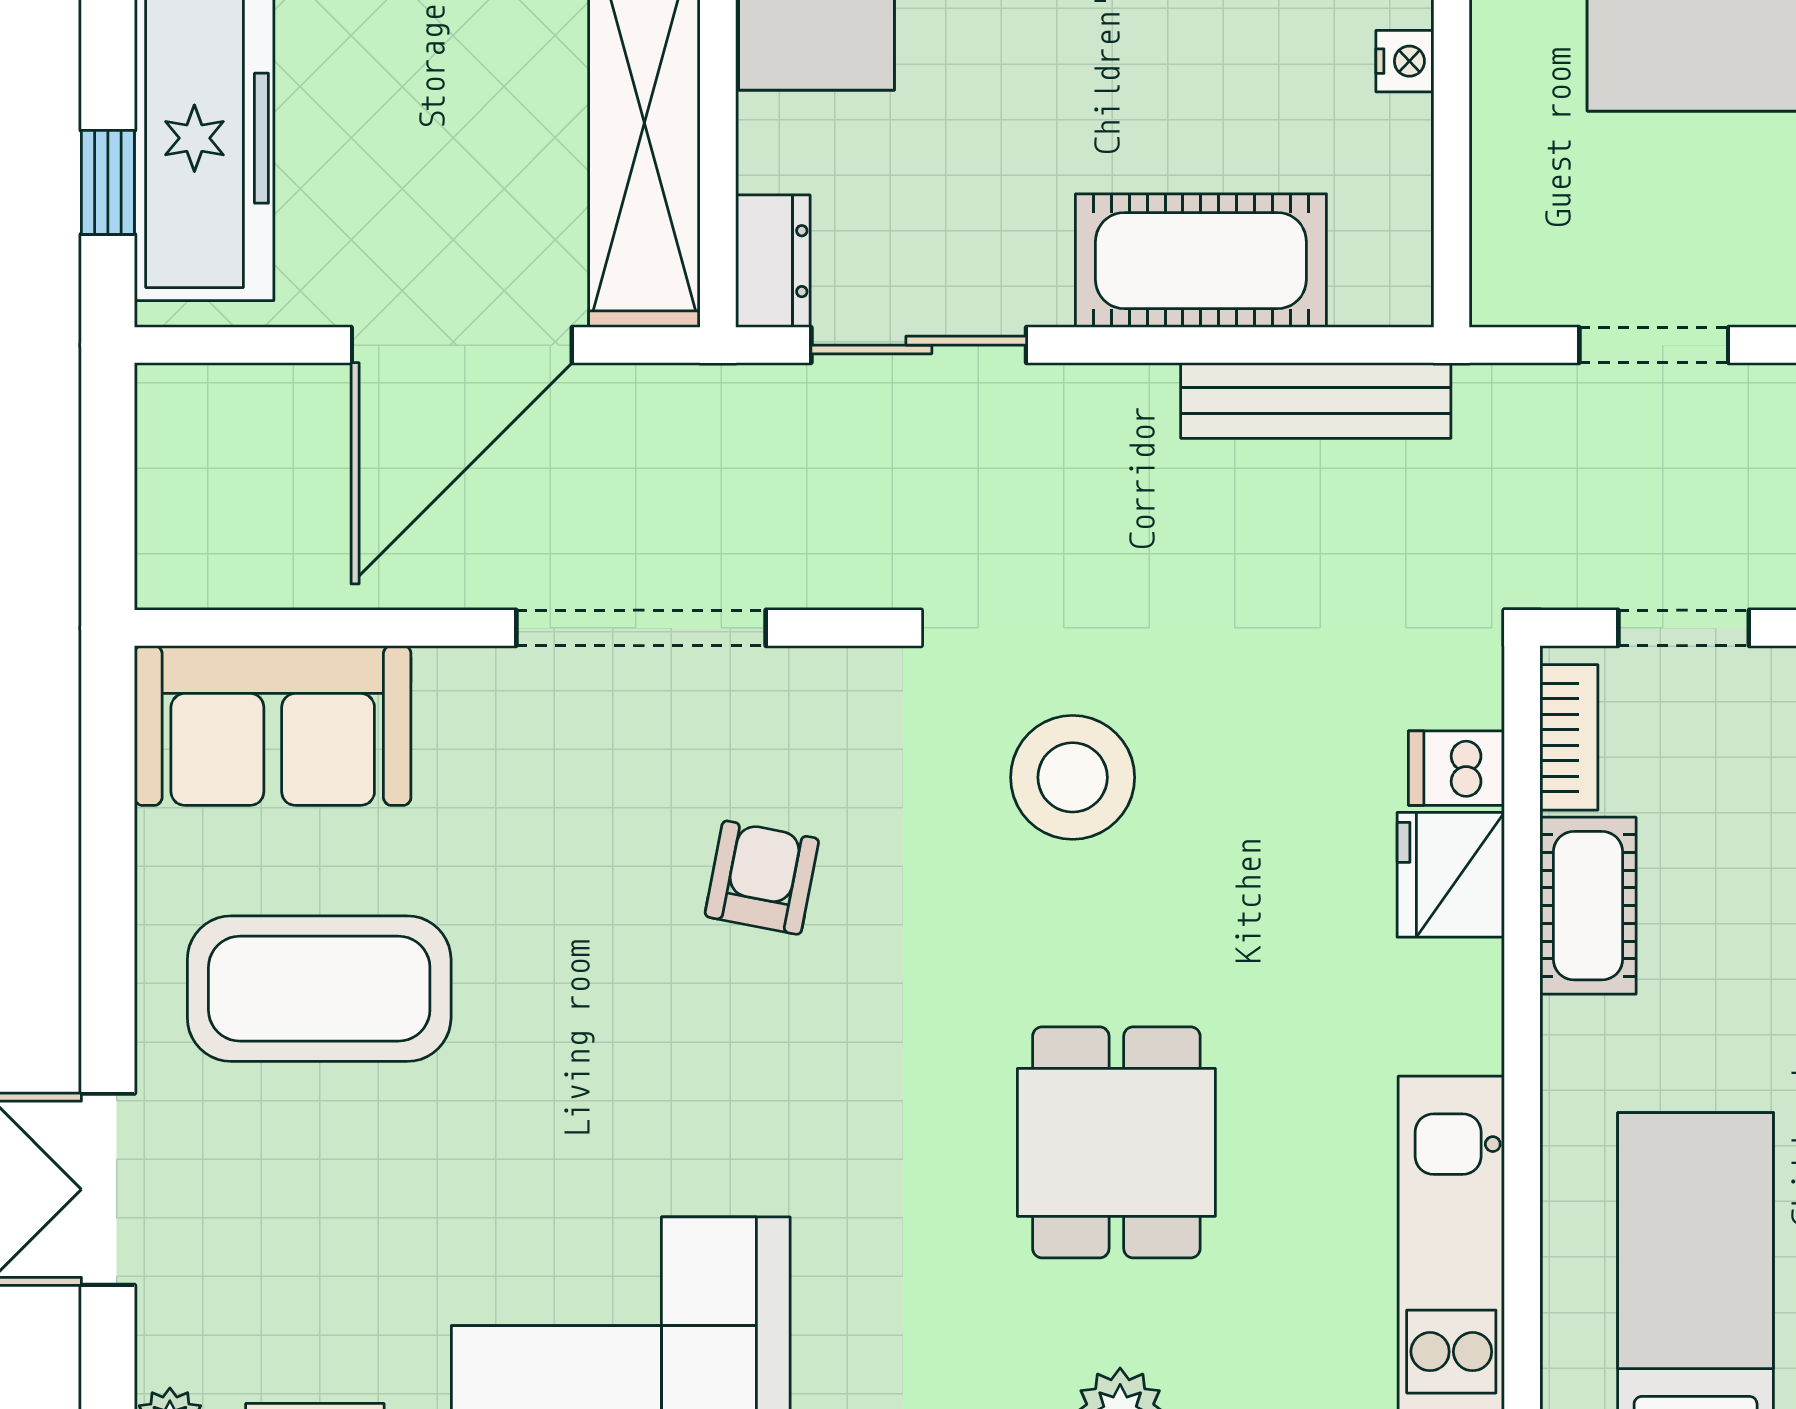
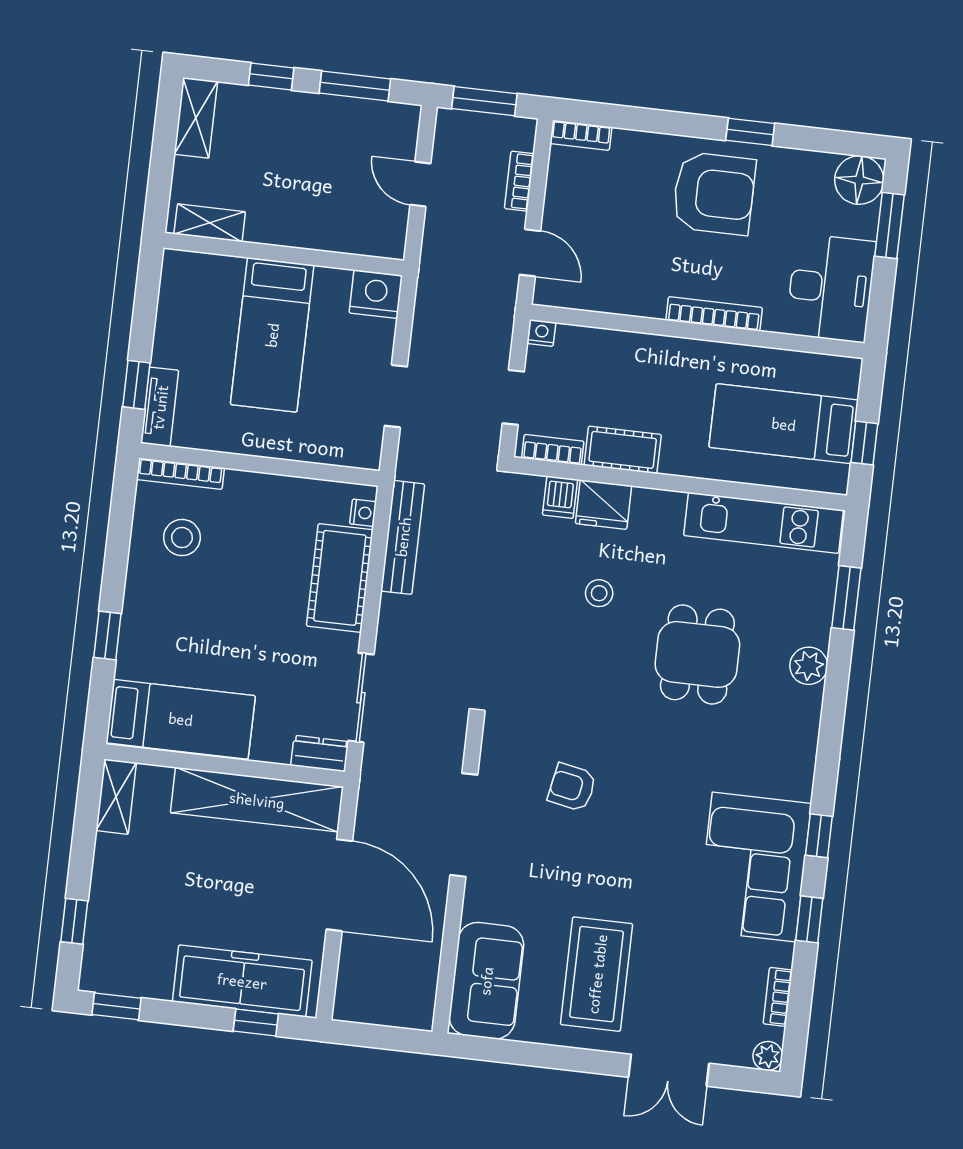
nightstand: (1405, 61) -> (363, 513), moved, turned 90
stool: (1073, 777) -> (599, 593), moved, width x0.53, depth x0.53
dining table: (1116, 1142) -> (697, 654), turned 90

